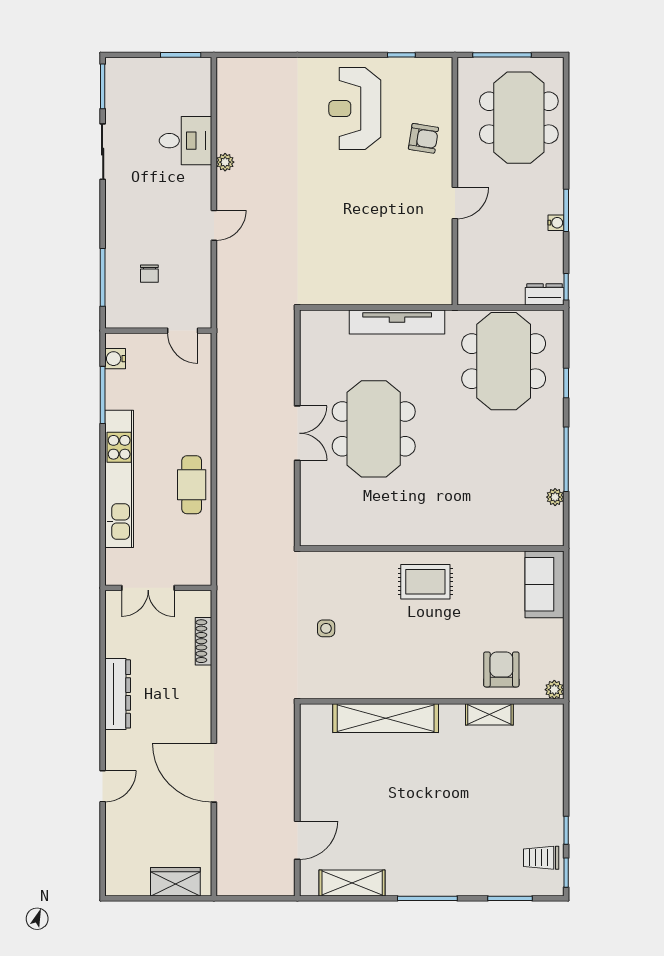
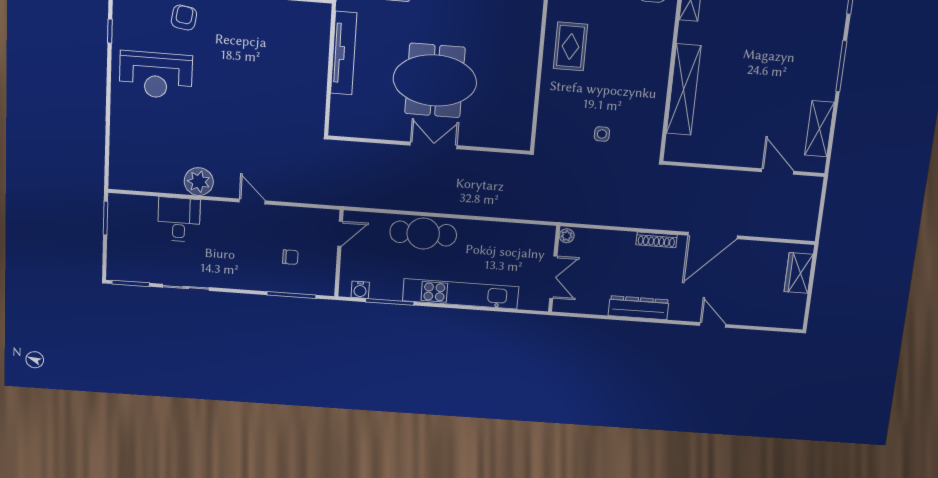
plant: (225, 162) -> (199, 182), width x1.88, depth x1.88
cafe table: (192, 485) -> (423, 234), moved, width x1.37, depth x1.35
plant: (200, 599) -> (567, 236), added
shoe rack: (203, 641) -> (656, 240), moved

